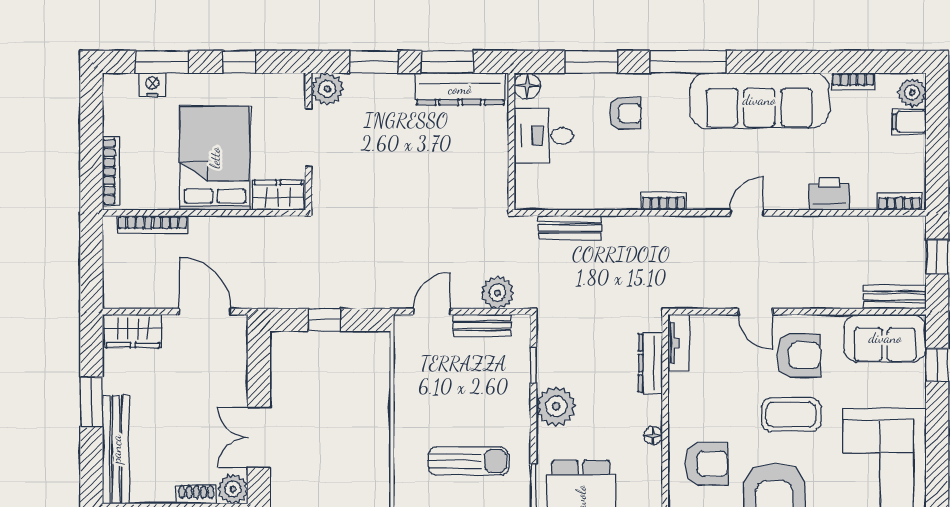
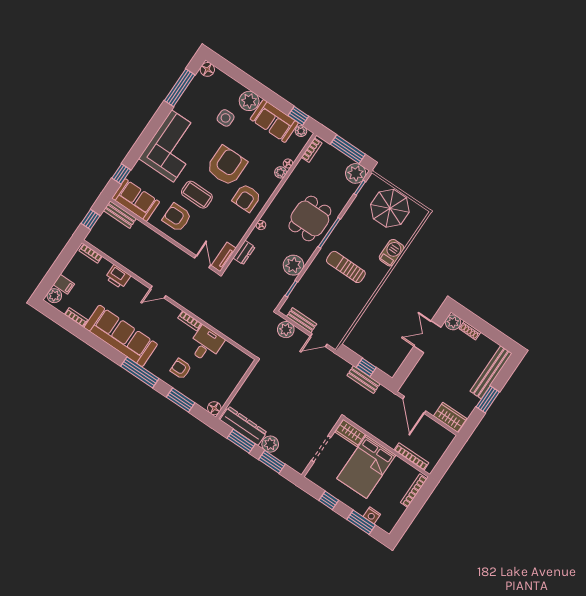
plant: (327, 89) -> (270, 444), moved
desk: (544, 136) -> (206, 344), moved, turned -90
bench: (570, 228) -> (363, 380), moved
door: (755, 312) -> (203, 262), moved
dresser: (650, 363) -> (244, 252), width x0.70
double door: (259, 437) -> (427, 337), swing flipped
armchair: (706, 464) -> (247, 198), turned -90

